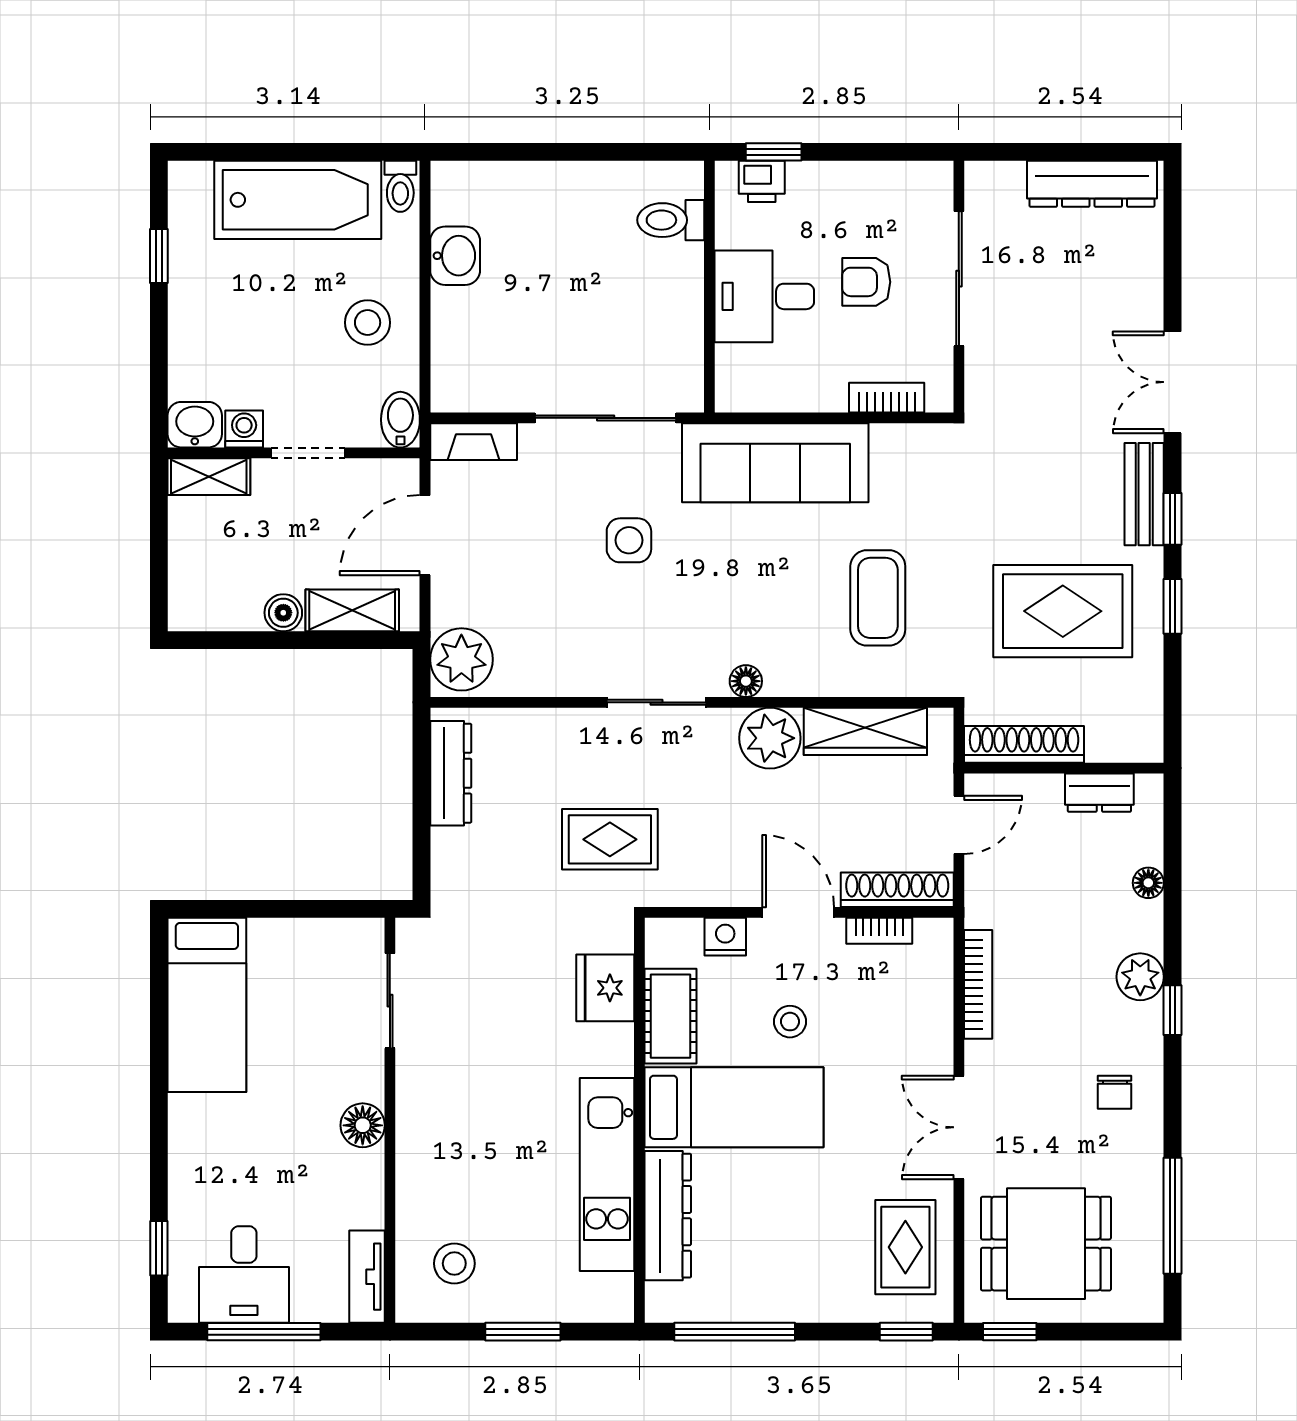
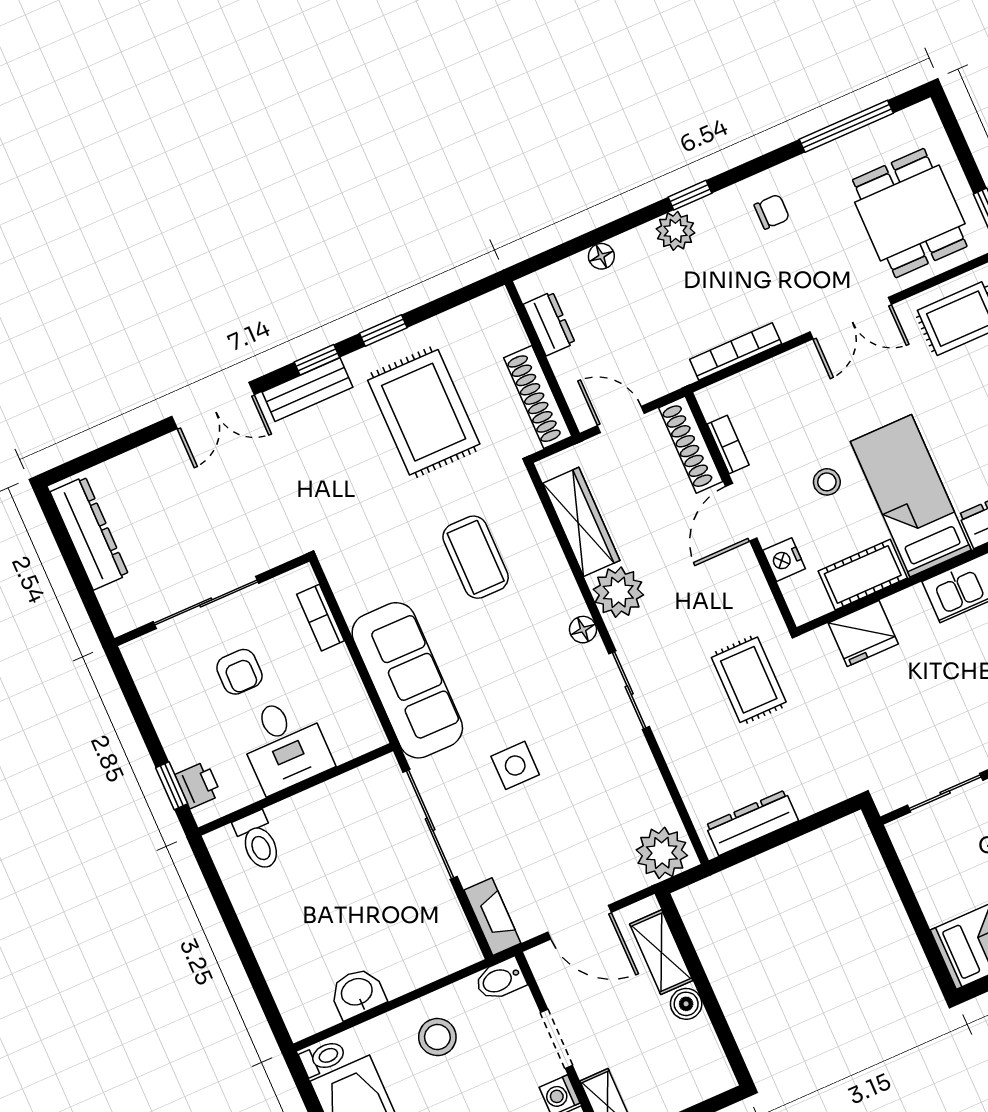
coffee table: (878, 598) -> (476, 557), turned 90

